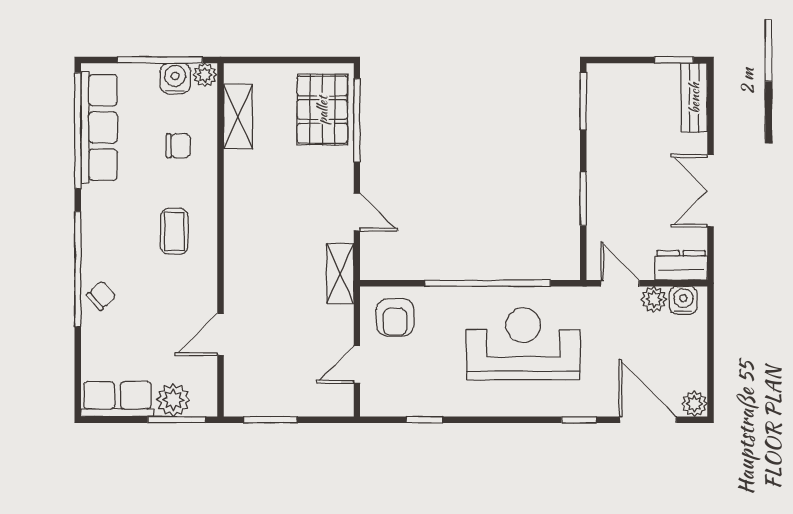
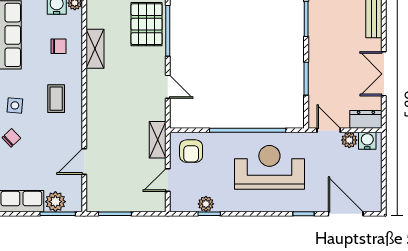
shelving: (238, 117) -> (95, 49), moved
side table: (107, 243) -> (15, 105), added
shelving: (340, 273) -> (158, 140), moved
plant: (694, 404) -> (206, 204), moved

